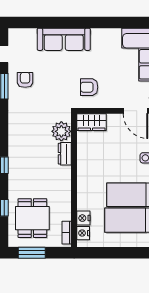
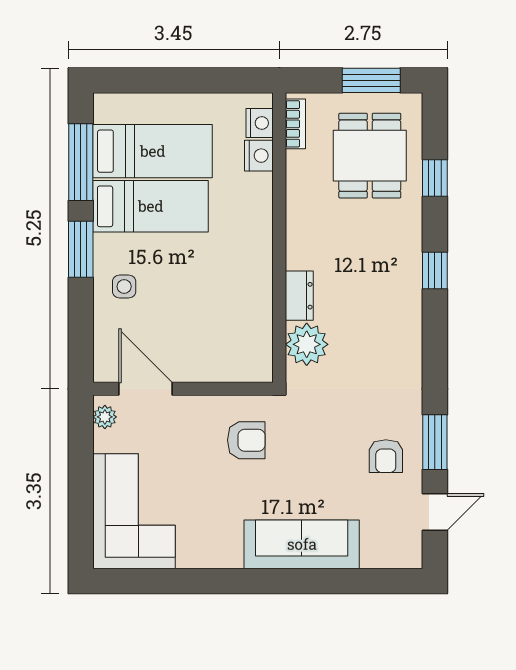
wardrobe: (92, 122) -> (241, 364), removed

